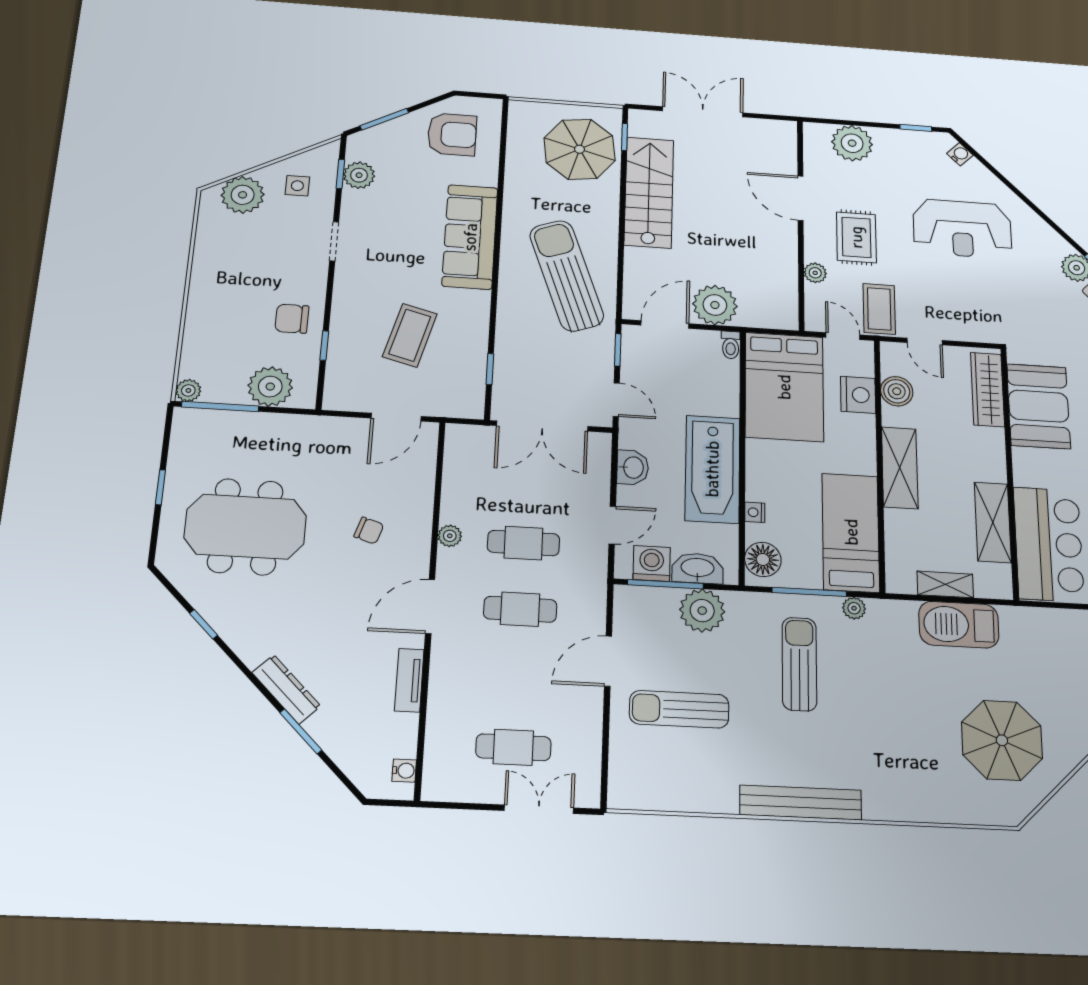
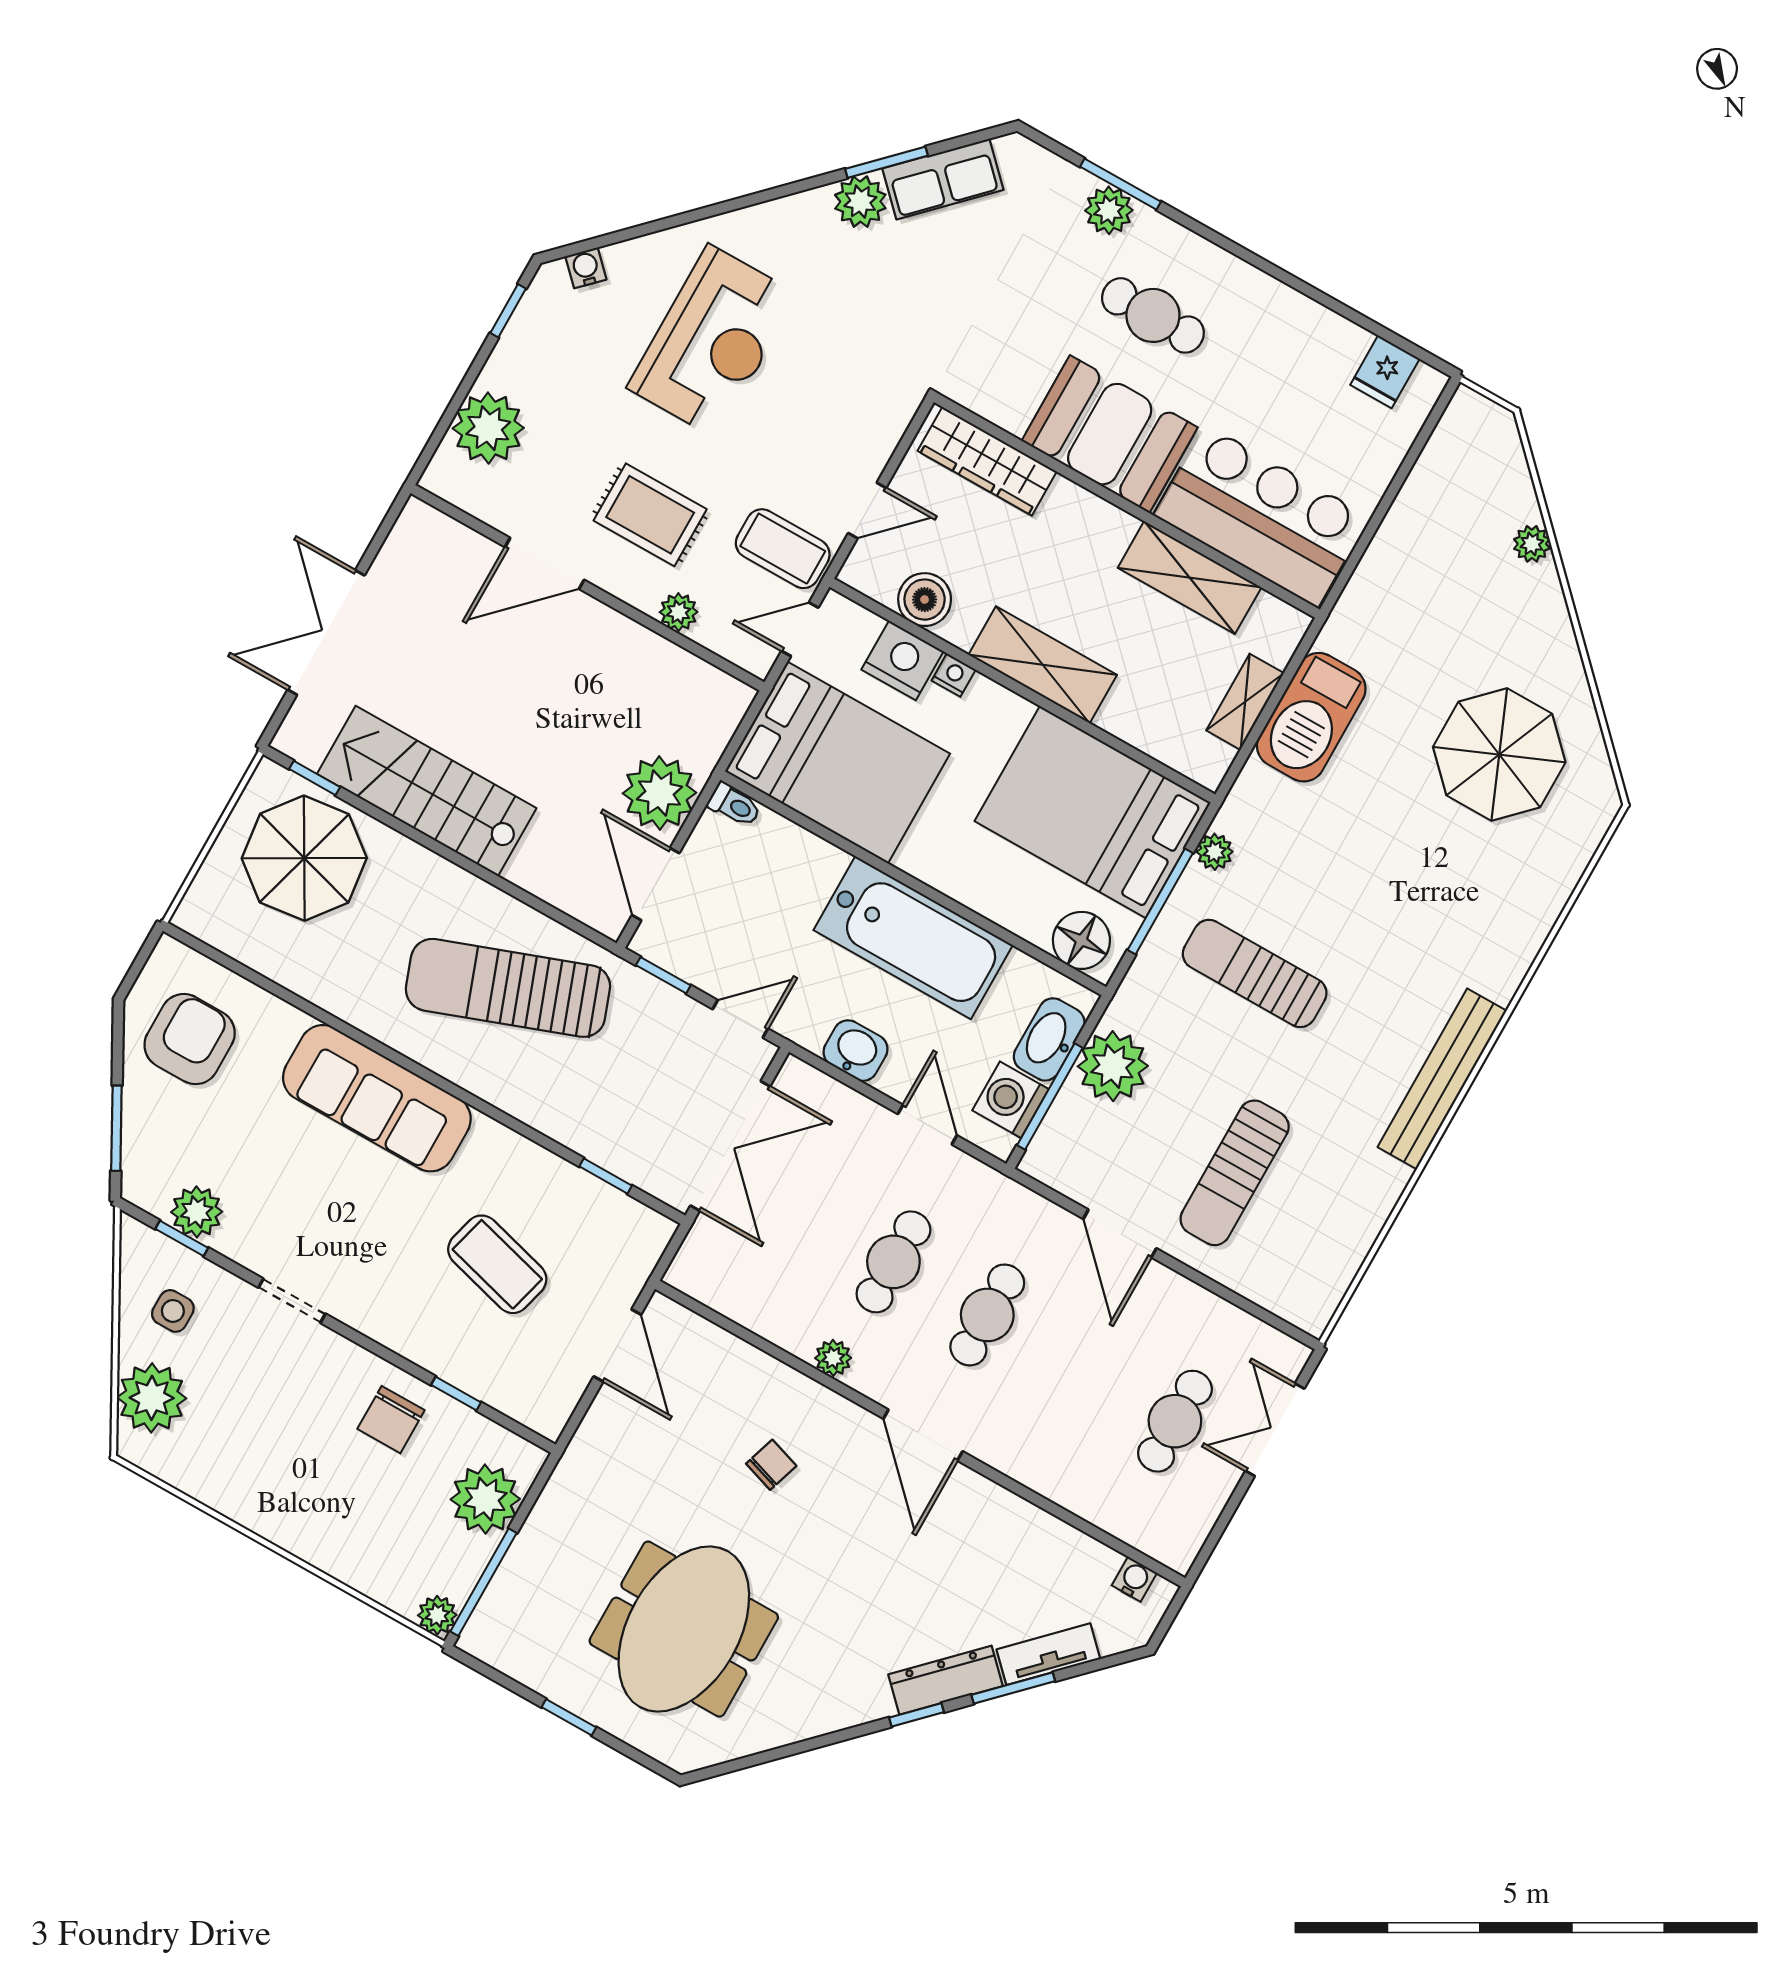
booth: (1039, 406) -> (1110, 434), moved
nightstand: (755, 512) -> (954, 675), moved, turned 180
bed: (851, 532) -> (1093, 812), width x1.50
window: (204, 624) -> (916, 1715), moved
tv unit: (409, 680) -> (1048, 1654), moved, turned 135

